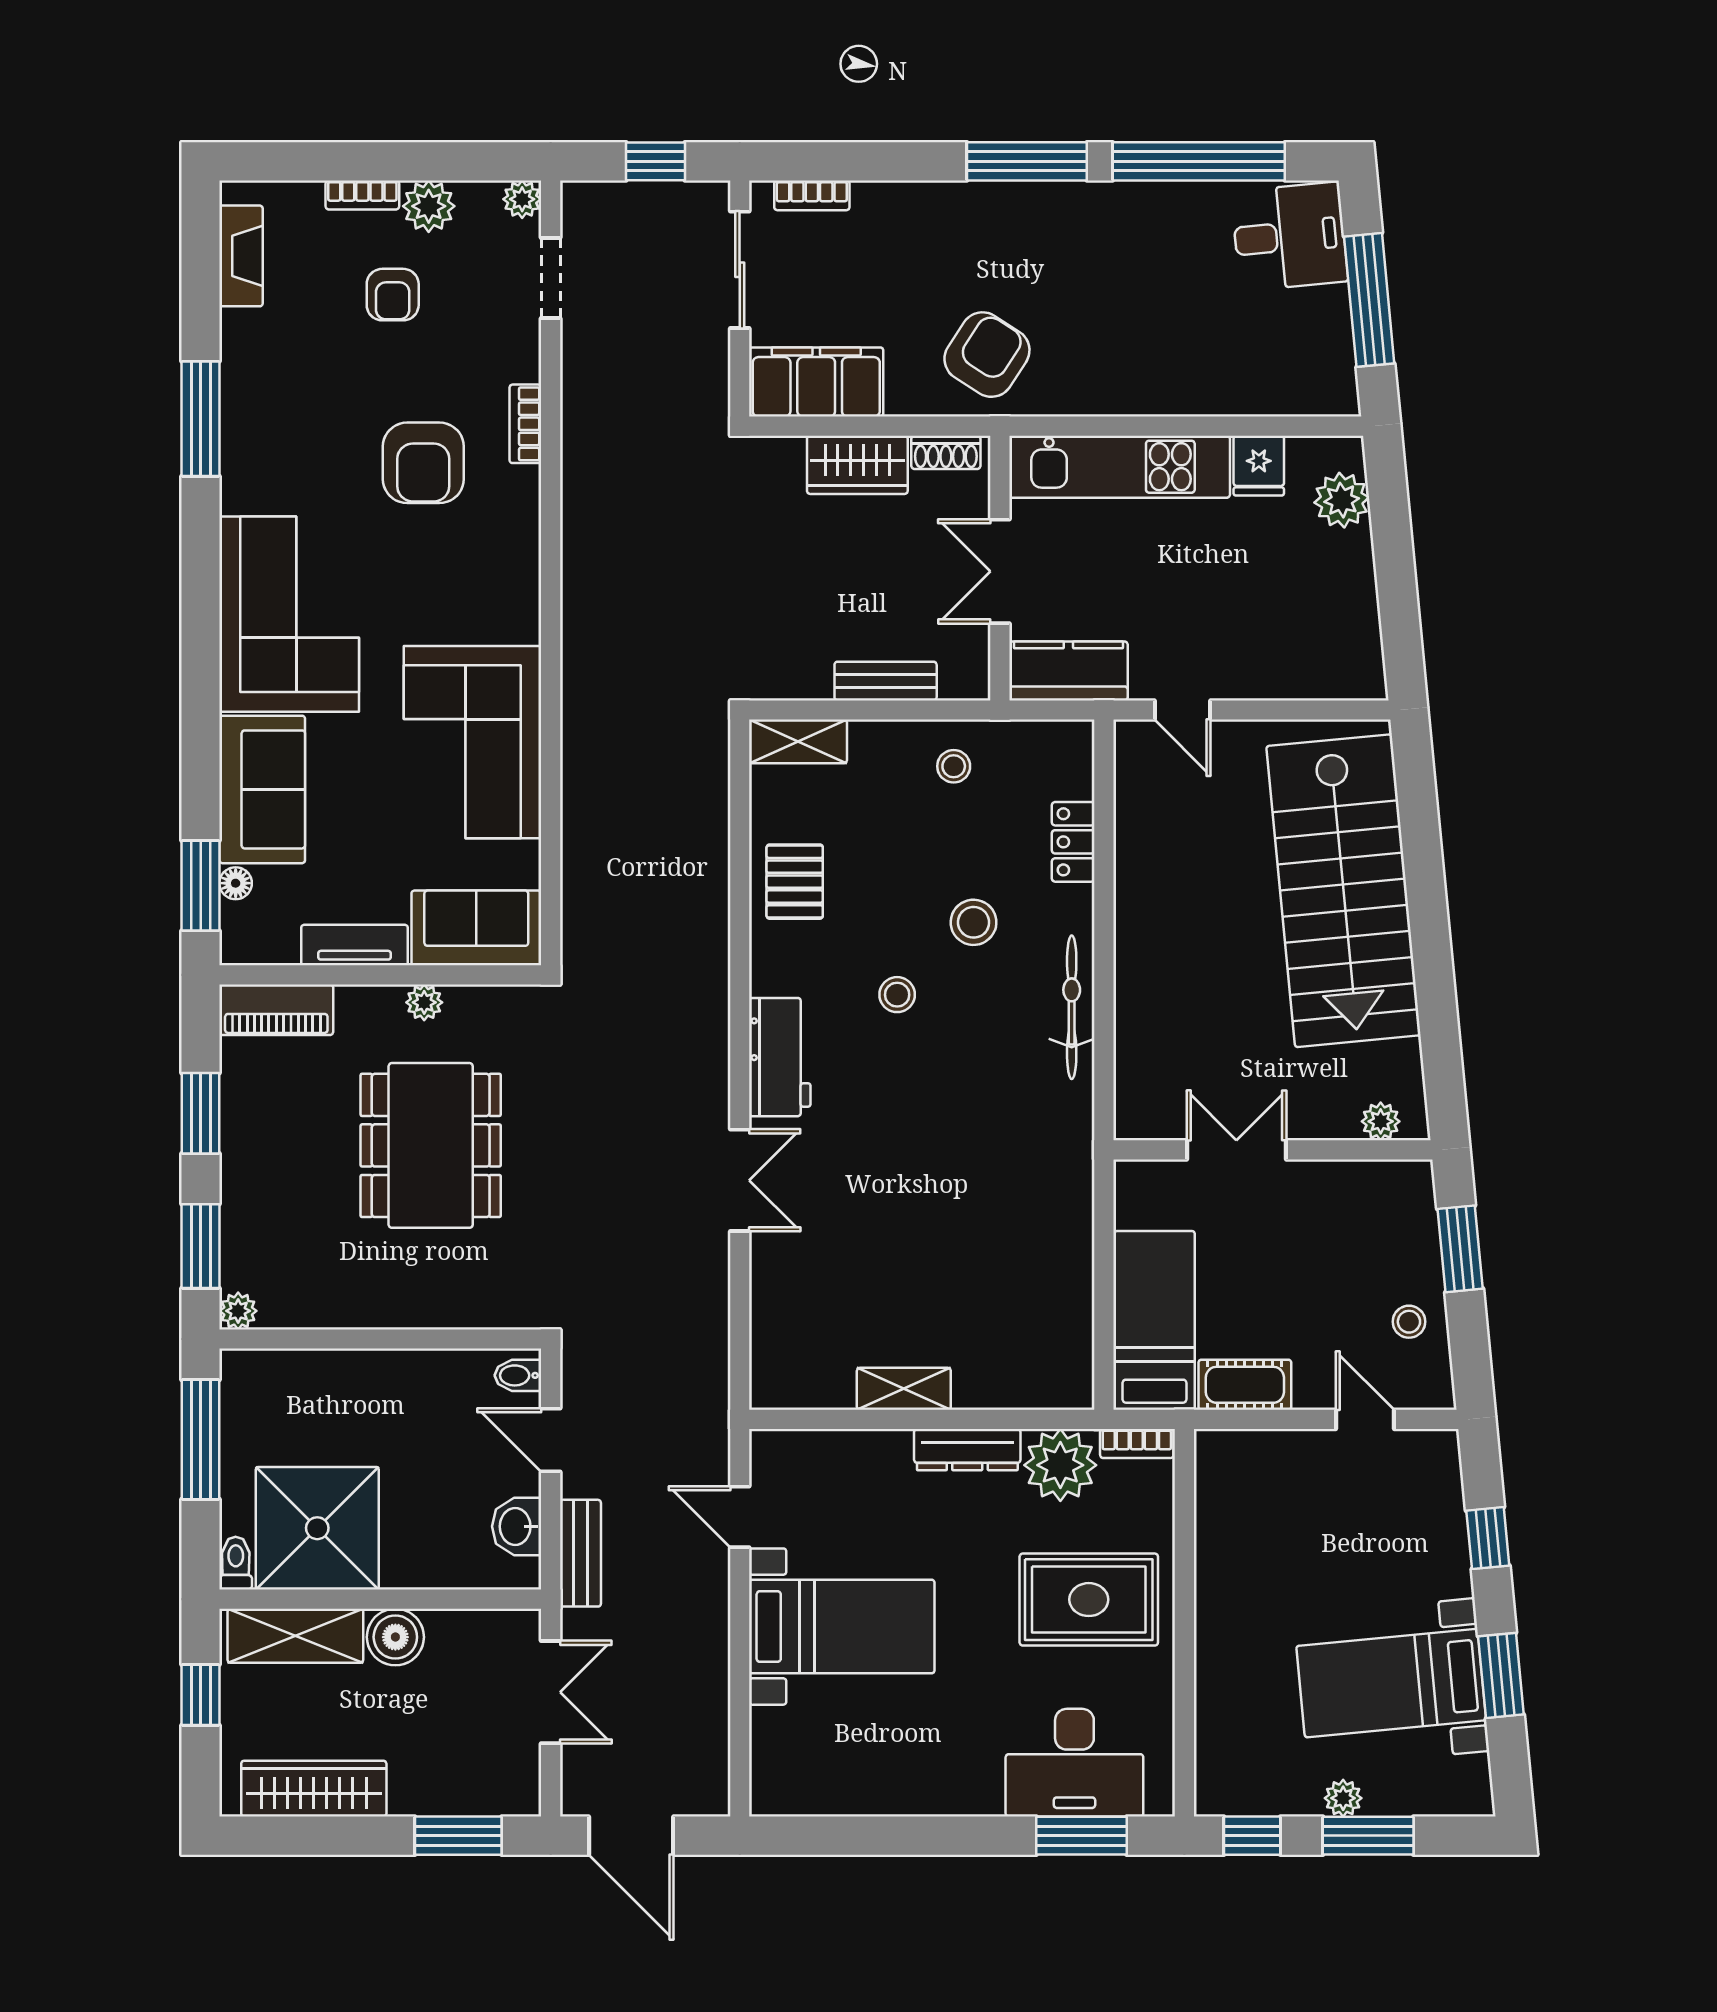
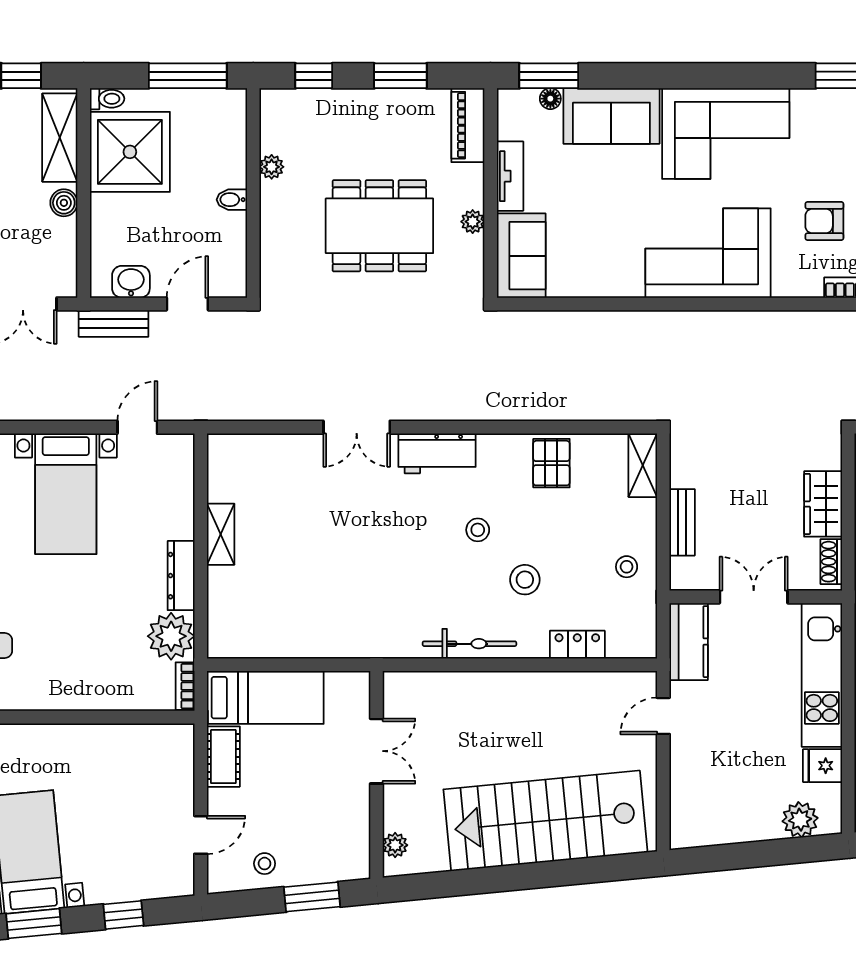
armchair: (423, 463) -> (824, 221), width x0.72, depth x0.72
corner sofa: (472, 742) -> (708, 253), moved
pallet: (795, 882) -> (551, 463), turned 90
window: (201, 1246) -> (314, 76), width x0.67
plant: (238, 1311) -> (272, 167), moved
bidet: (518, 1375) -> (232, 200), moved, turned -90
rug: (1089, 1600) -> (83, 655), removed
boiler: (395, 1637) -> (64, 203), width x0.73, depth x0.73

